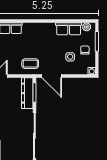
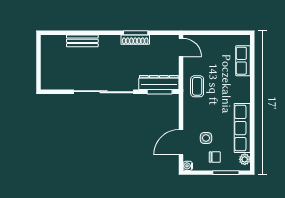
row of seats: (69, 29) -> (242, 128), width x1.48
door: (52, 76) -> (181, 142), moved

